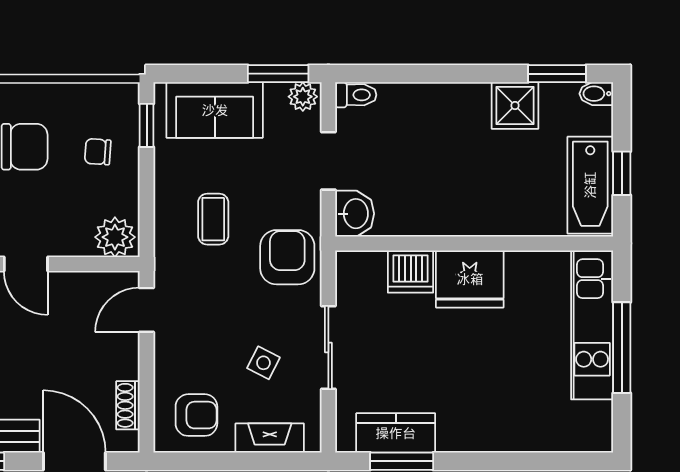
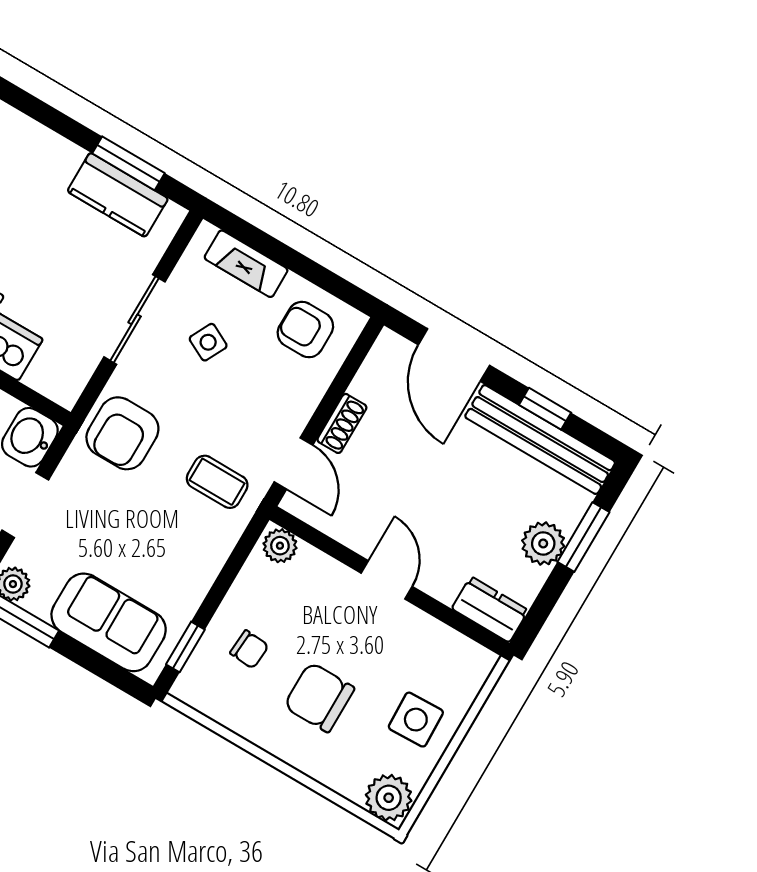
coffee table: (213, 219) -> (217, 482), moved, turned 90
plant: (115, 237) -> (280, 546), width x0.73, depth x0.73
door: (147, 310) -> (293, 464), hinge flipped
shoe rack: (128, 405) -> (342, 423), moved

